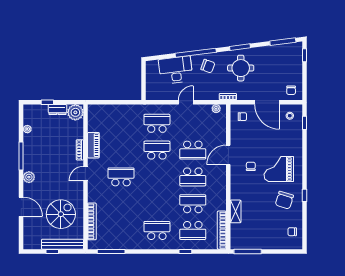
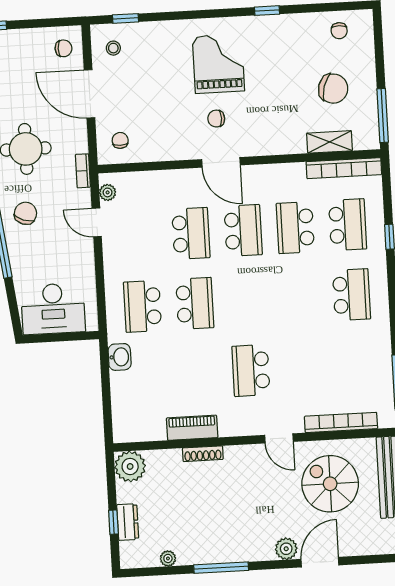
desk: (176, 70) -> (53, 309), moved, turned -83
door: (186, 102) -> (97, 222), moved
door: (267, 102) -> (89, 94), swing flipped
dresser: (57, 110) -> (128, 522), moved
washbasin: (132, 110) -> (120, 357), added
school desk: (157, 150) -> (195, 303), turned 180
door: (228, 155) -> (221, 162), moved
grand piano: (279, 169) -> (218, 64), turned 180
door: (85, 174) -> (279, 438), moved
plant: (29, 177) -> (286, 549), moved
chair: (284, 200) -> (333, 89), moved
shelving: (236, 211) -> (330, 142), moved
school desk: (157, 230) -> (352, 295), turned 180

